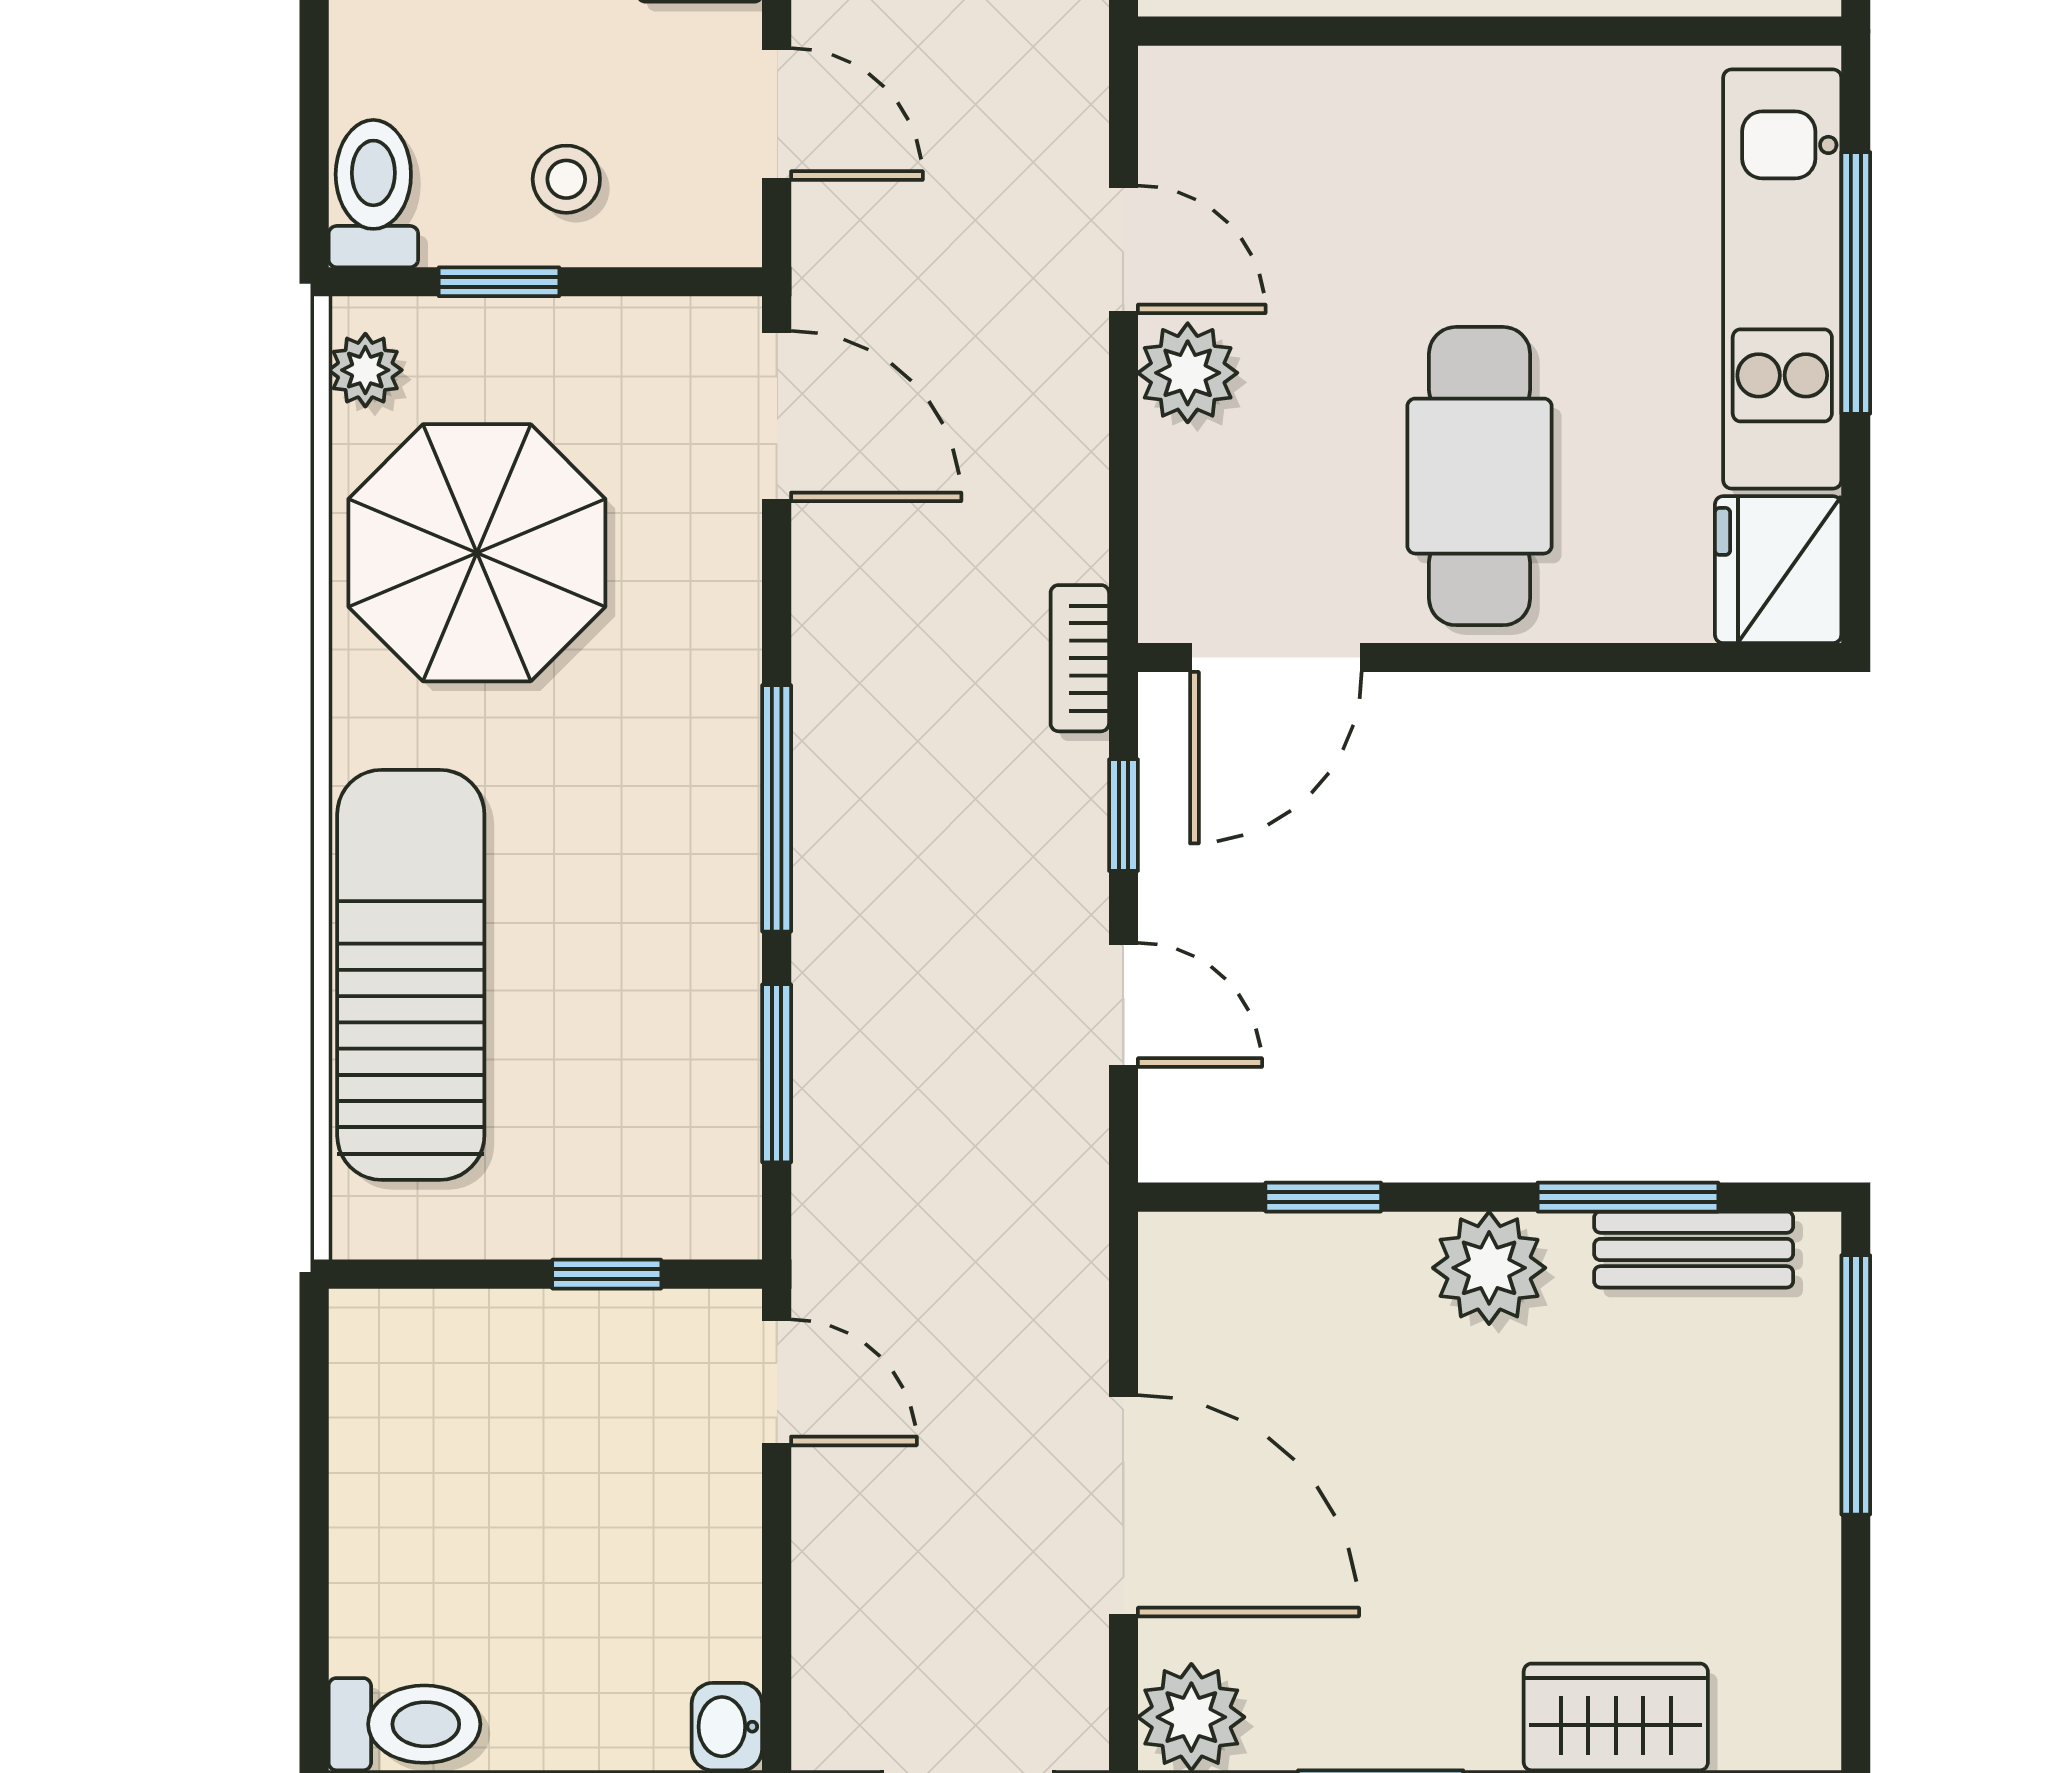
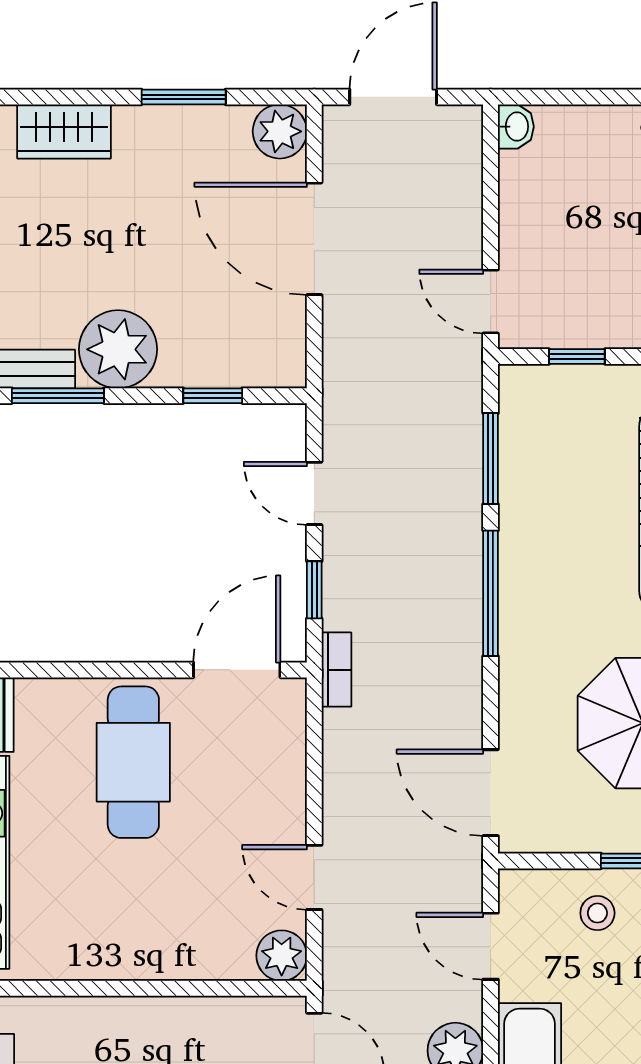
plant: (1188, 373) -> (282, 956), moved
plant: (1489, 1268) -> (118, 349), width x1.36, depth x1.36

